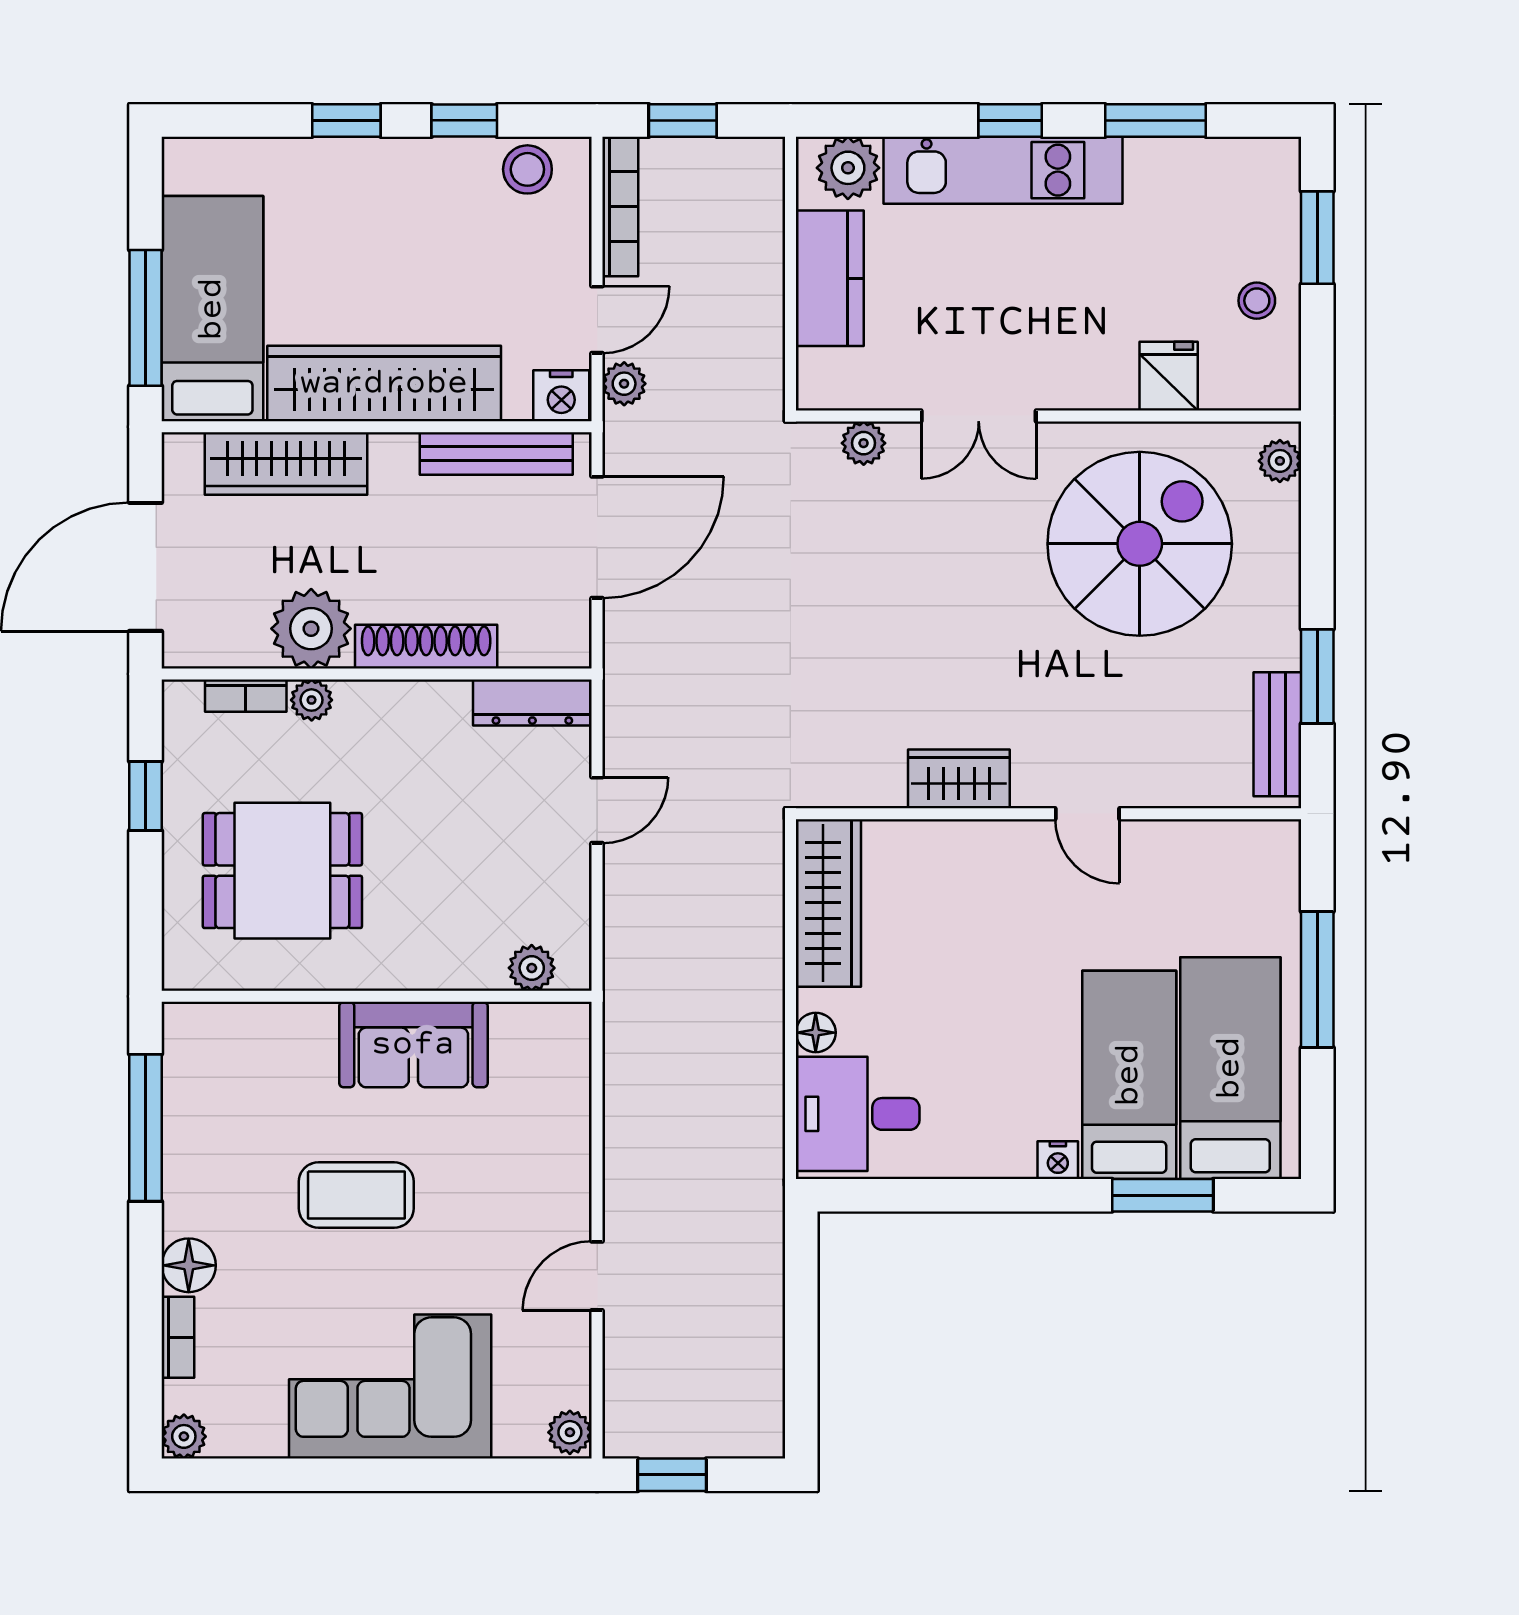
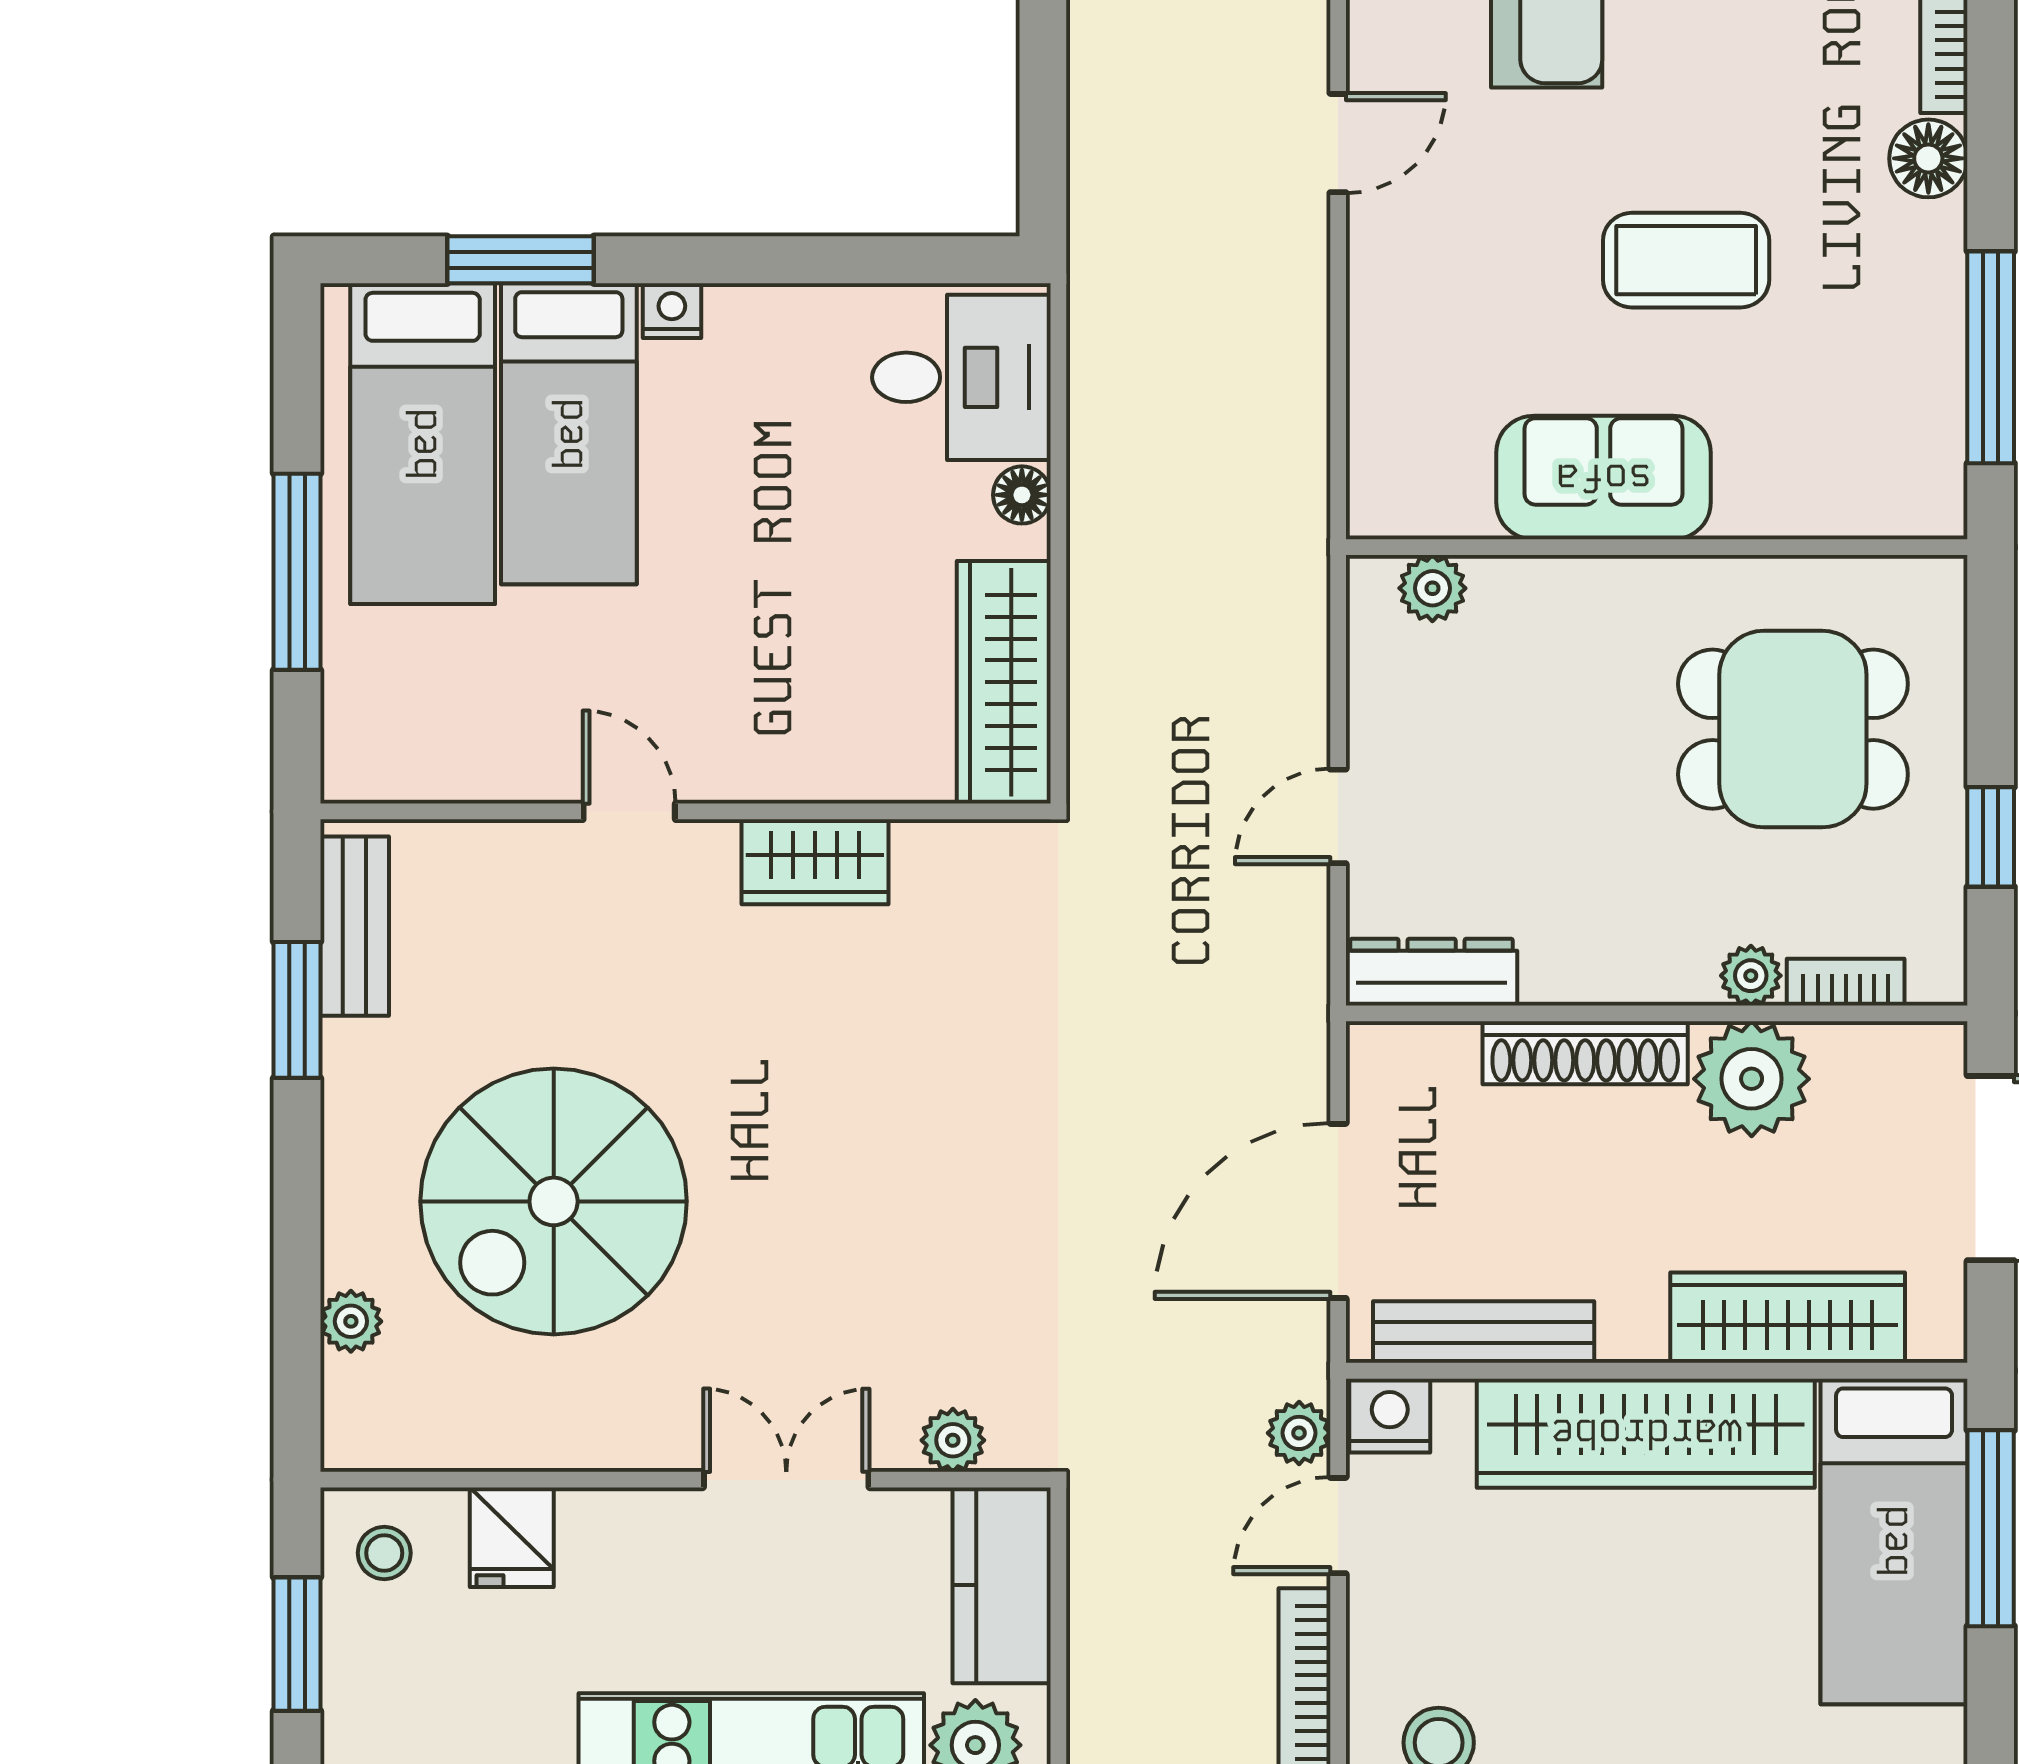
fridge: (1169, 376) -> (512, 1537), moved
double door: (979, 416) -> (786, 1480), moved
wall: (1048, 416) -> (685, 1480), moved
plant: (864, 443) -> (953, 1440), moved

